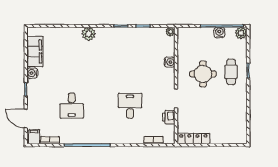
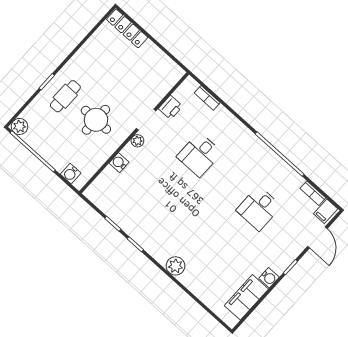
plant: (170, 32) -> (137, 141), moved
water cooler: (219, 33) -> (71, 174), moved
desk: (72, 106) -> (259, 208), turned 180
locker: (193, 139) -> (127, 28), moved

